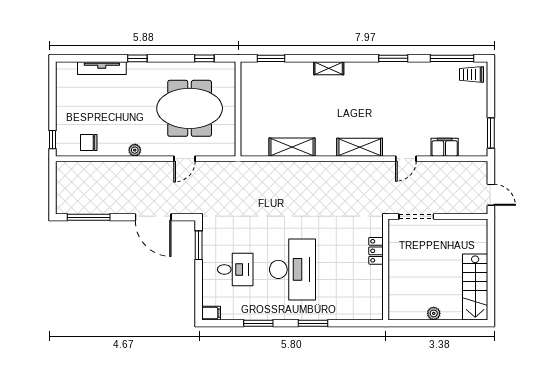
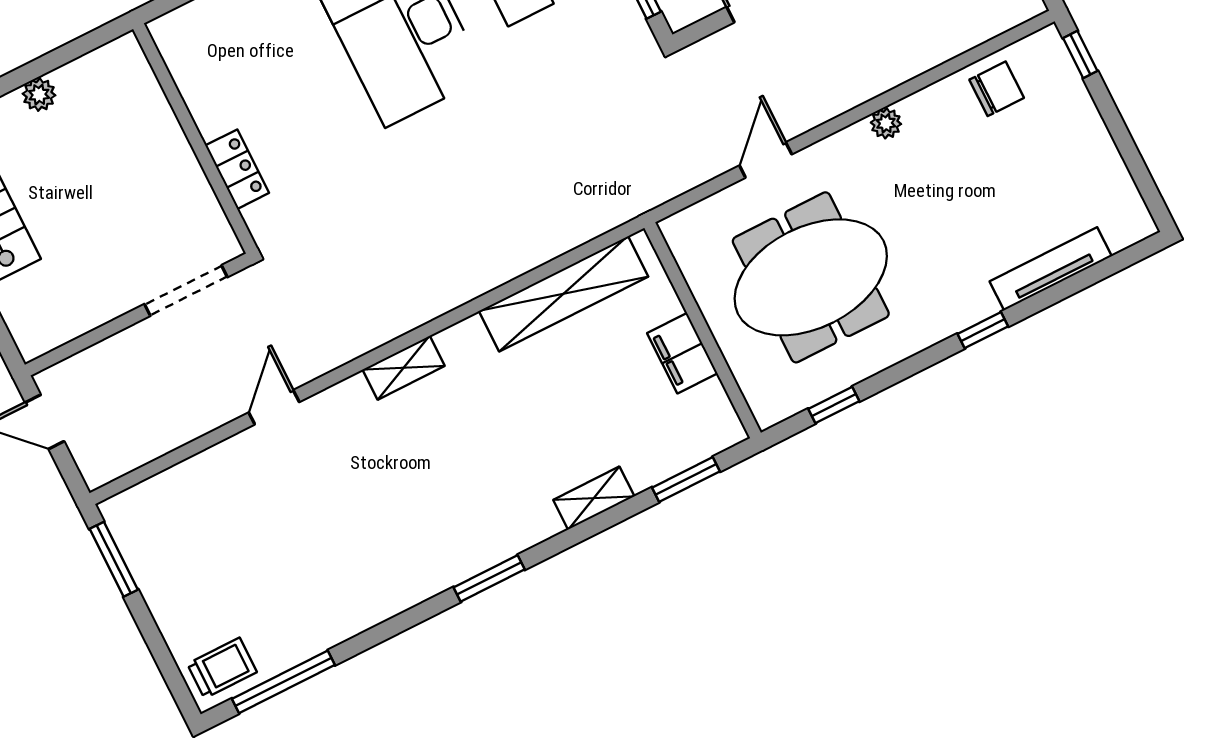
window: (393, 58) -> (489, 578), moved
shelving: (329, 68) -> (594, 498), moved
shelving: (292, 147) -> (564, 294), width x1.47
shelving: (360, 147) -> (404, 368), width x0.67, depth x0.75
filing cabinet: (445, 147) -> (682, 353), moved, turned 90

